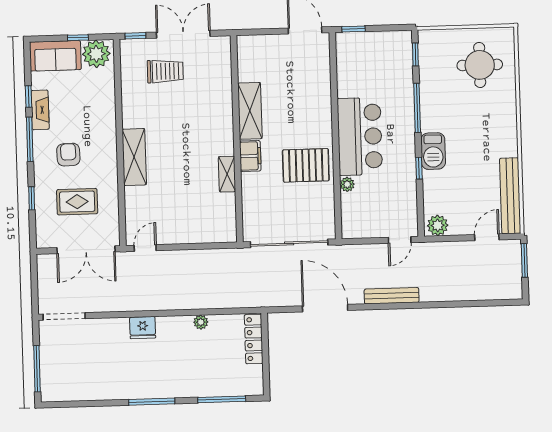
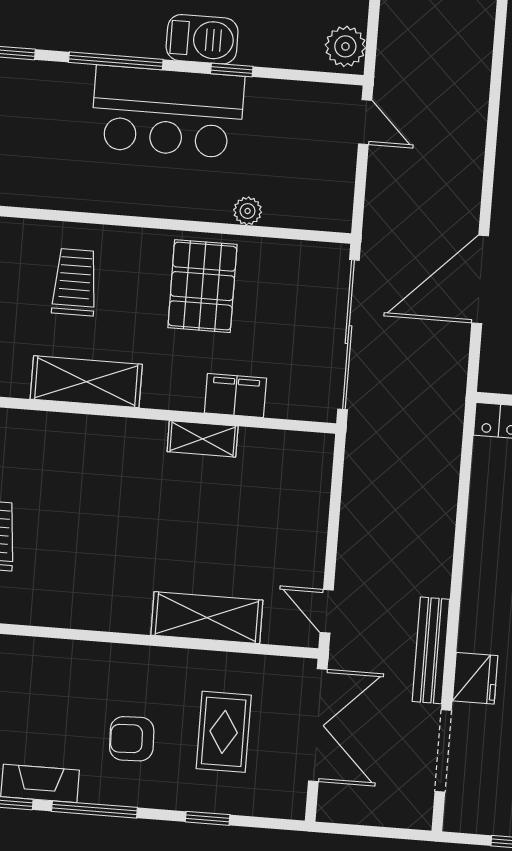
trolley: (301, 99) -> (75, 282), added
bar counter: (360, 136) -> (168, 112), moved, turned 180
filing cabinet: (250, 156) -> (235, 395), moved
shelving: (134, 157) -> (207, 618), moved
bench: (392, 296) -> (431, 650), moved
doorway: (64, 316) -> (443, 751), moved
plant: (201, 322) -> (481, 520), removed
fridge: (143, 328) -> (475, 678), moved

